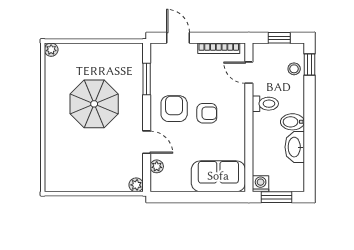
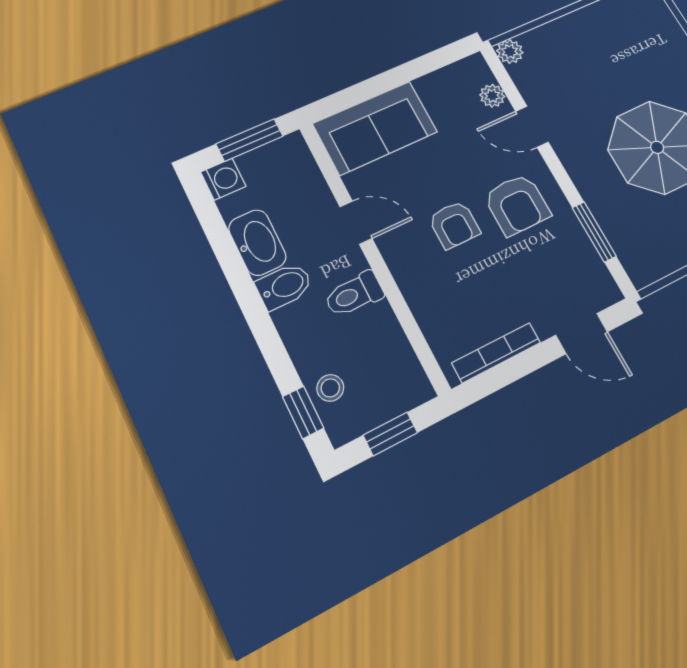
door: (249, 73) -> (356, 223), moved
armchair: (207, 113) -> (454, 225), turned -90
washing machine: (261, 184) -> (223, 179), moved, turned -90

